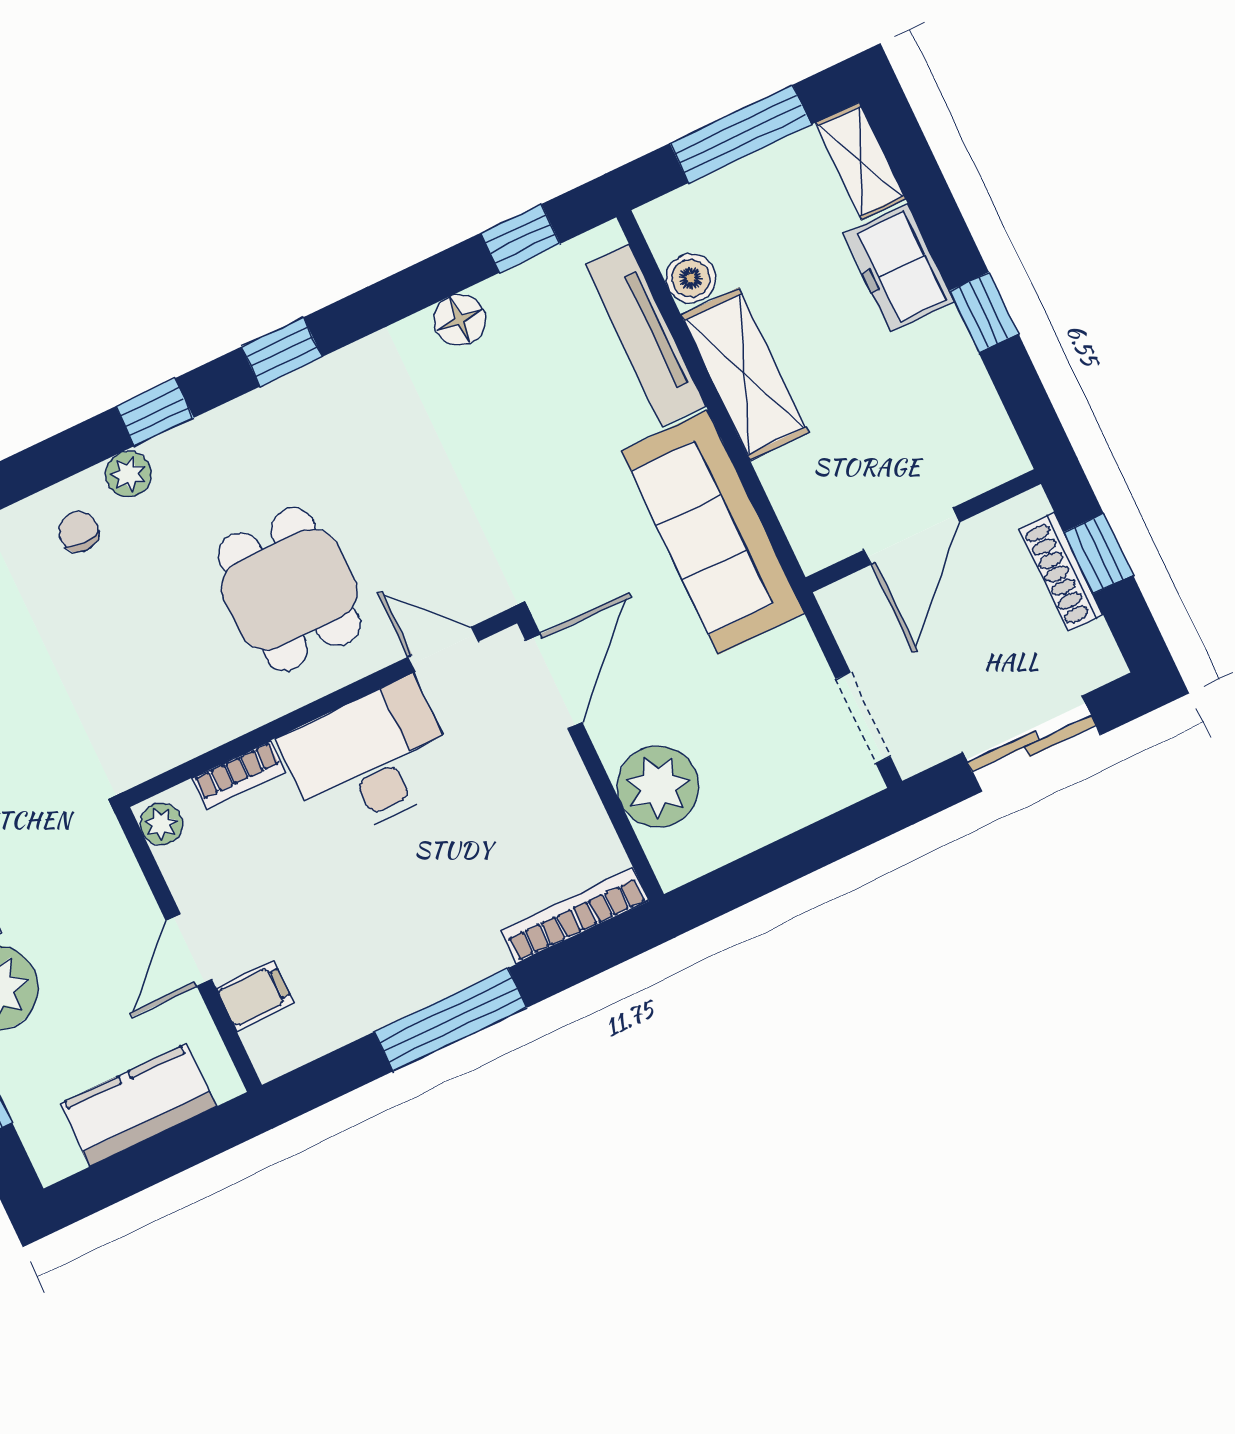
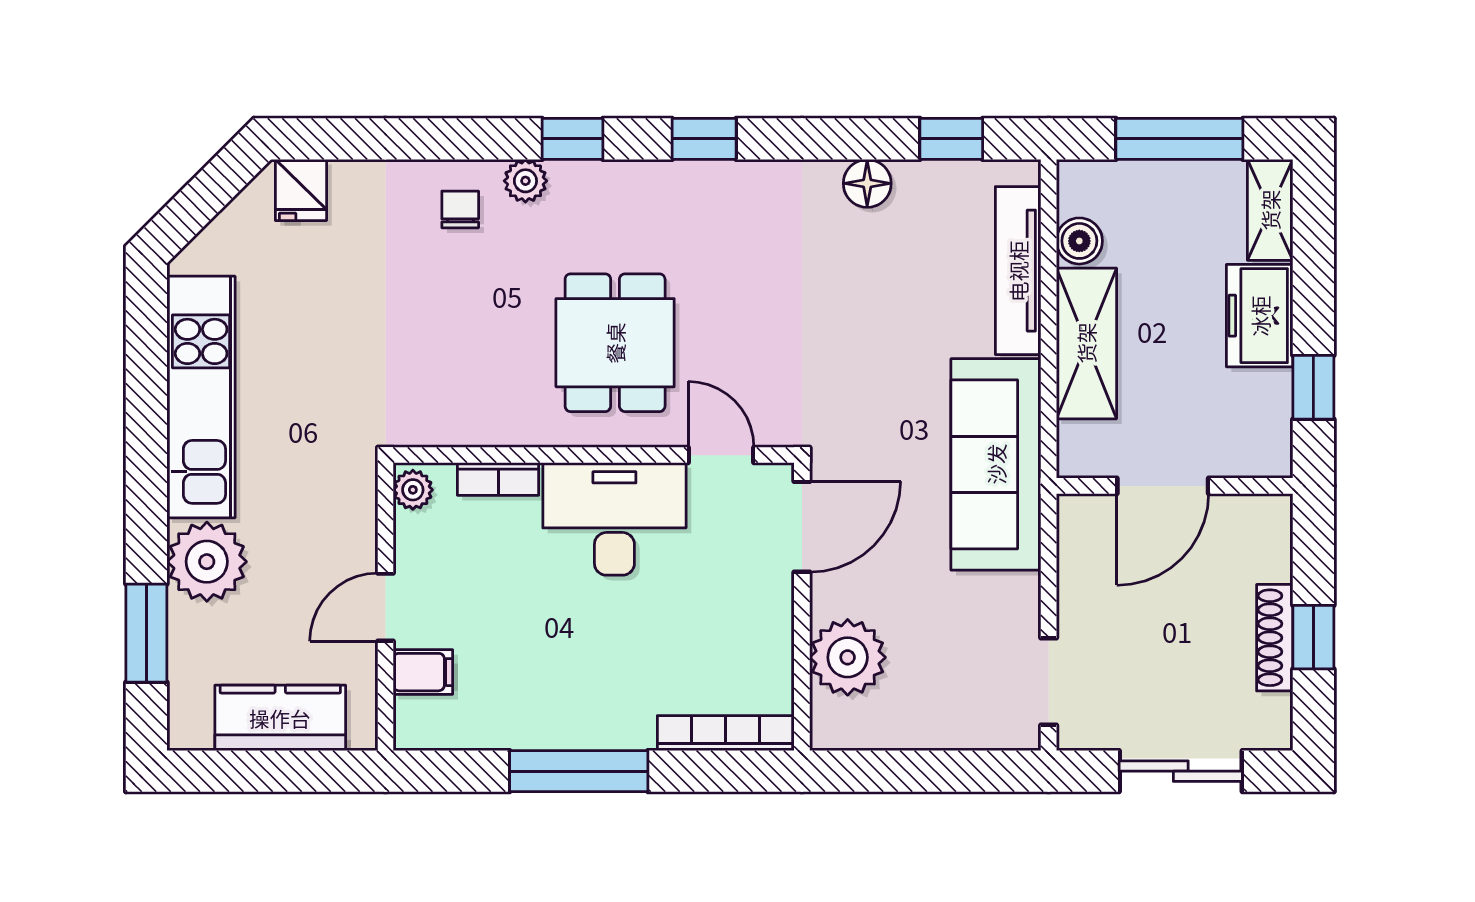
wall: (923, 531) -> (1175, 486), moved
door: (912, 536) -> (1163, 486), moved

